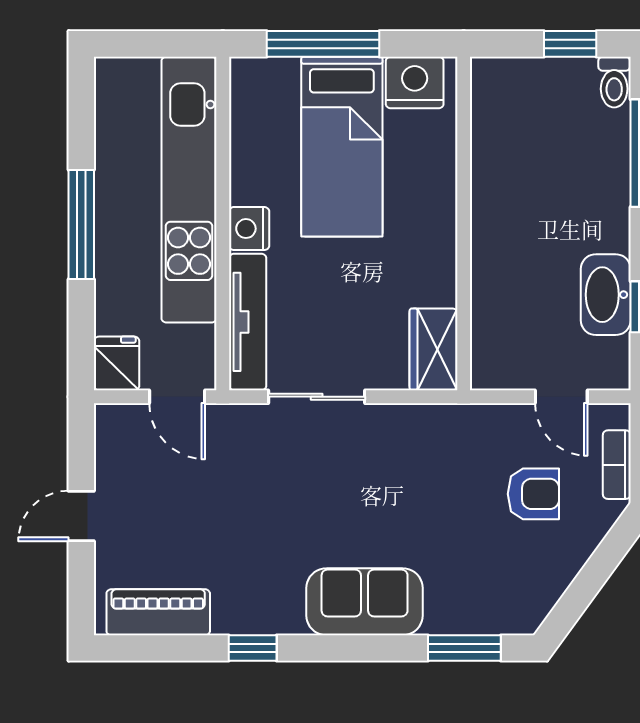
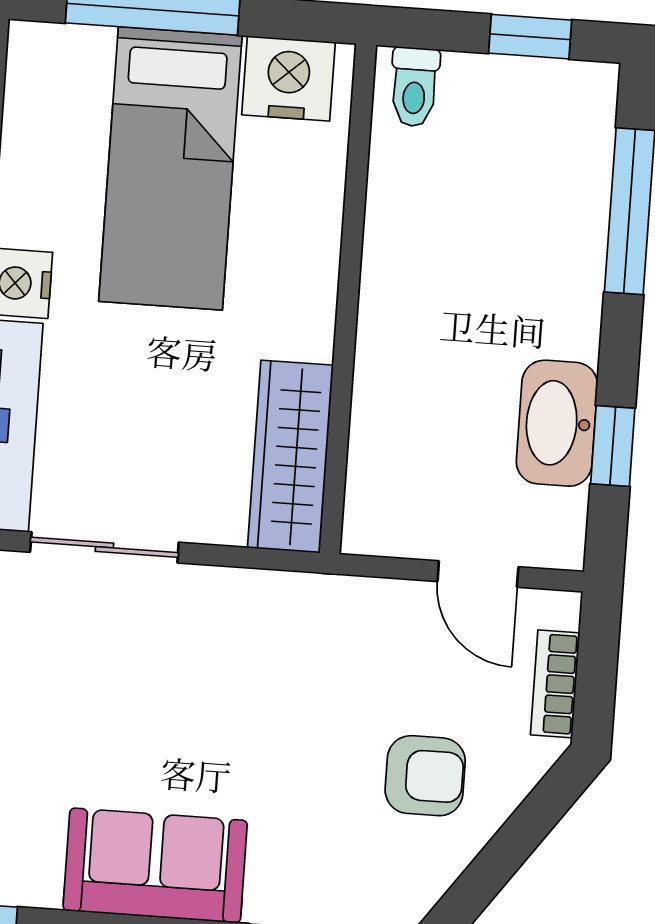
toilet: (614, 82) -> (414, 87), moved
wardrobe: (434, 349) -> (290, 457), width x1.50
armchair: (533, 494) -> (425, 776), moved

